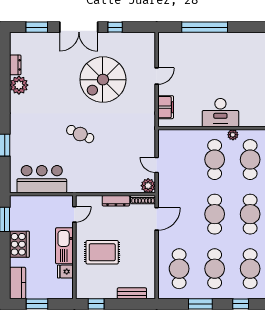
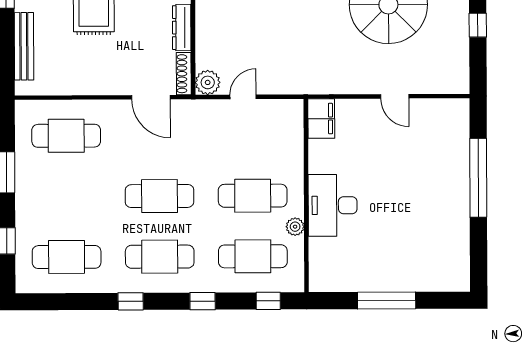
filing cabinet: (166, 107) -> (321, 119), moved, turned -90
cafe table: (215, 269) -> (66, 196), removed
bench: (132, 293) -> (24, 46), width x1.36

